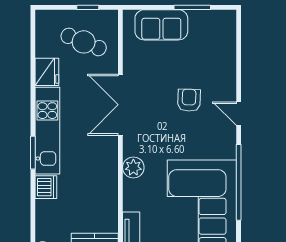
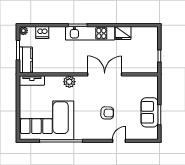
sofa: (161, 25) -> (150, 112), moved
cafe table: (84, 42) -> (140, 54), removed
door: (239, 114) -> (119, 141), moved
dishwasher: (46, 187) -> (42, 32), moved

